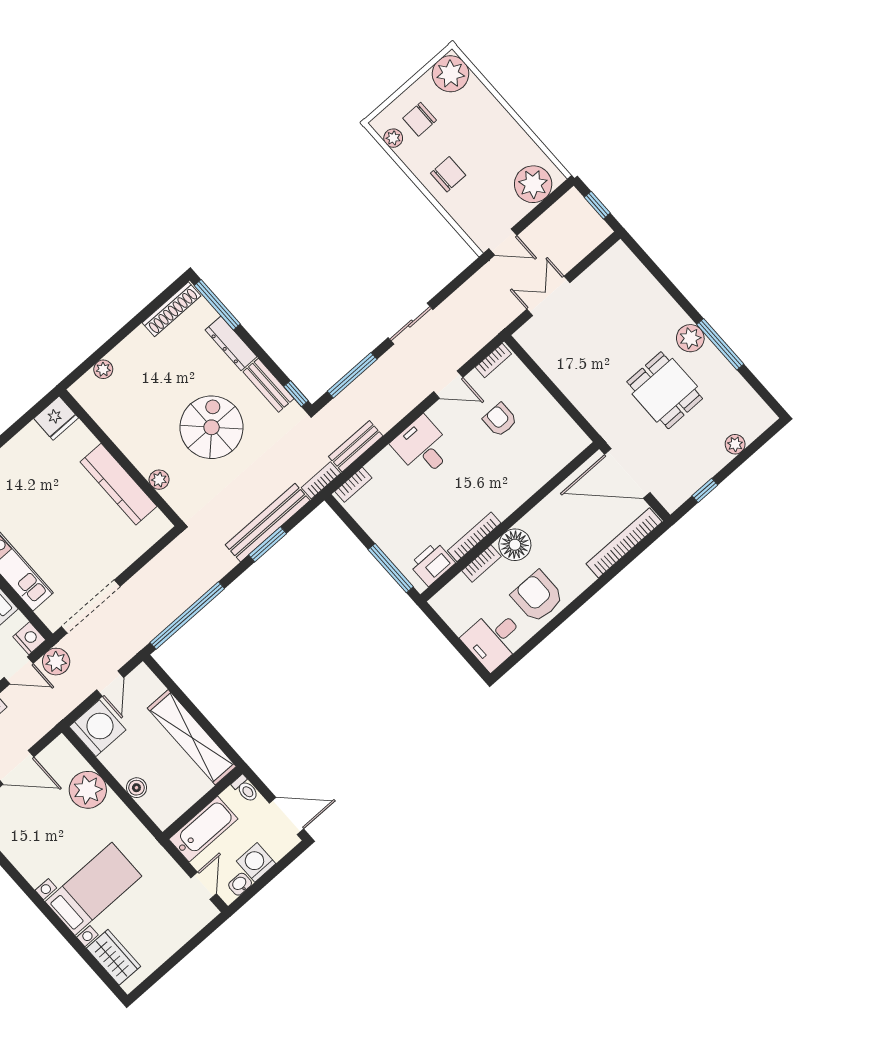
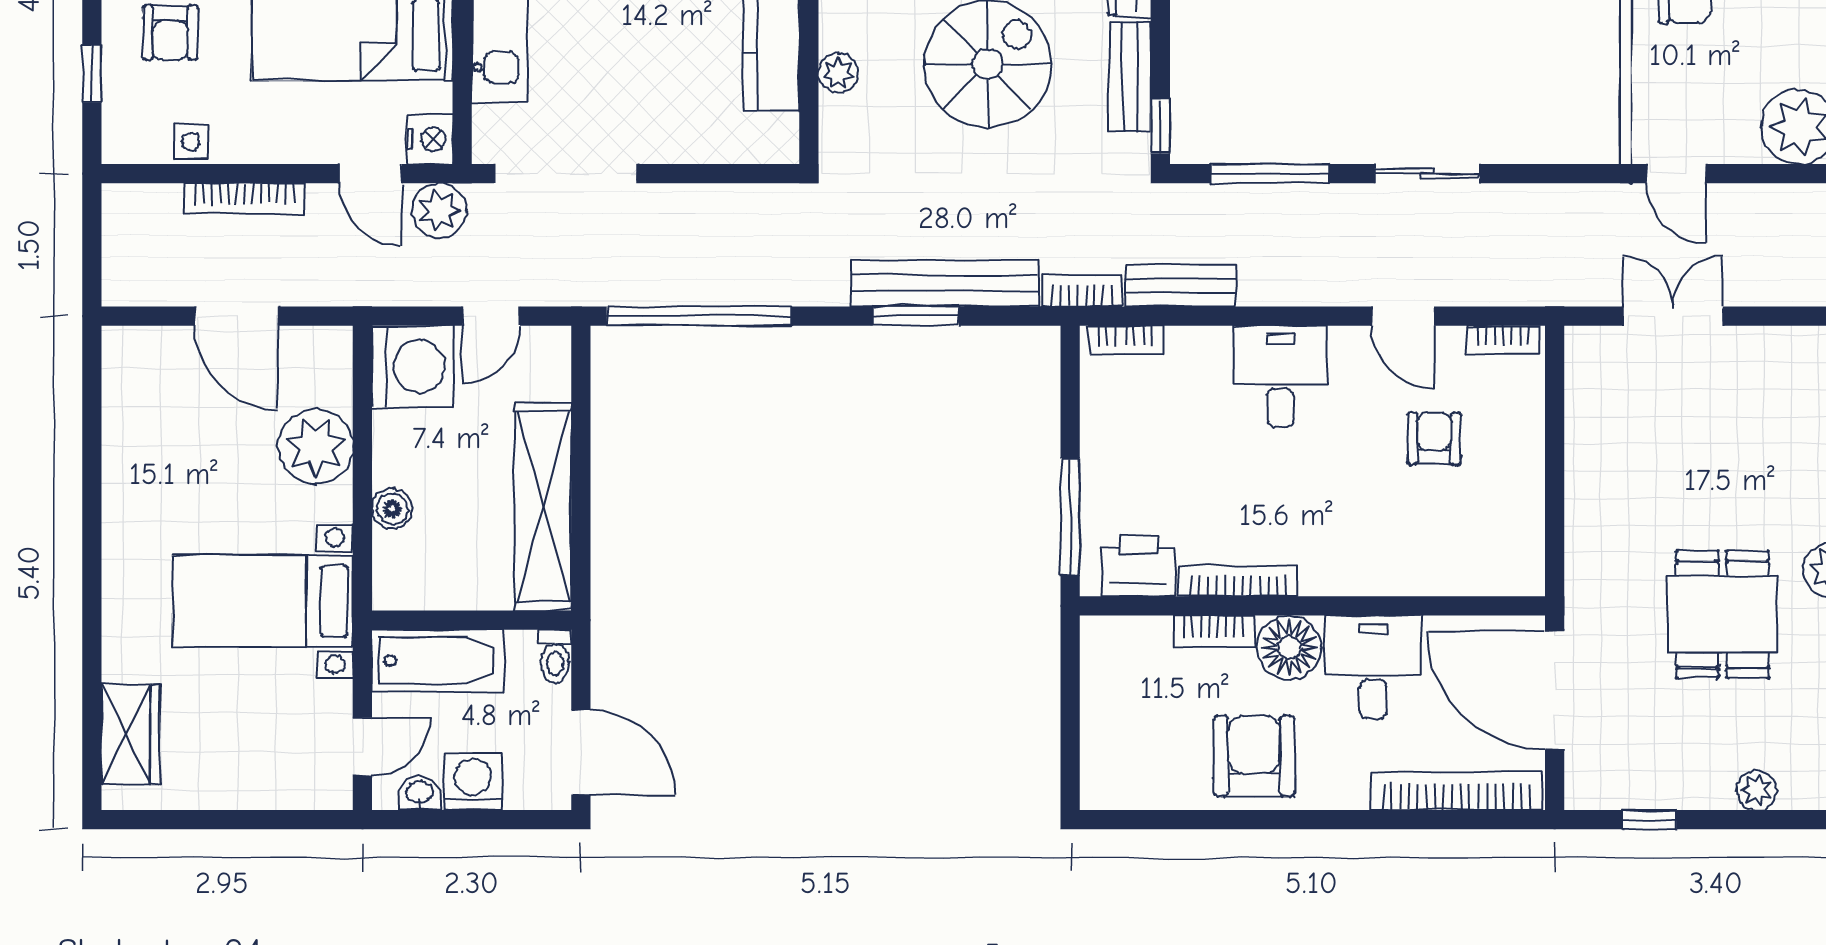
desk: (494, 639) -> (1373, 667), moved, turned 90
bed with nightstands: (93, 889) -> (263, 601), moved, turned 180

